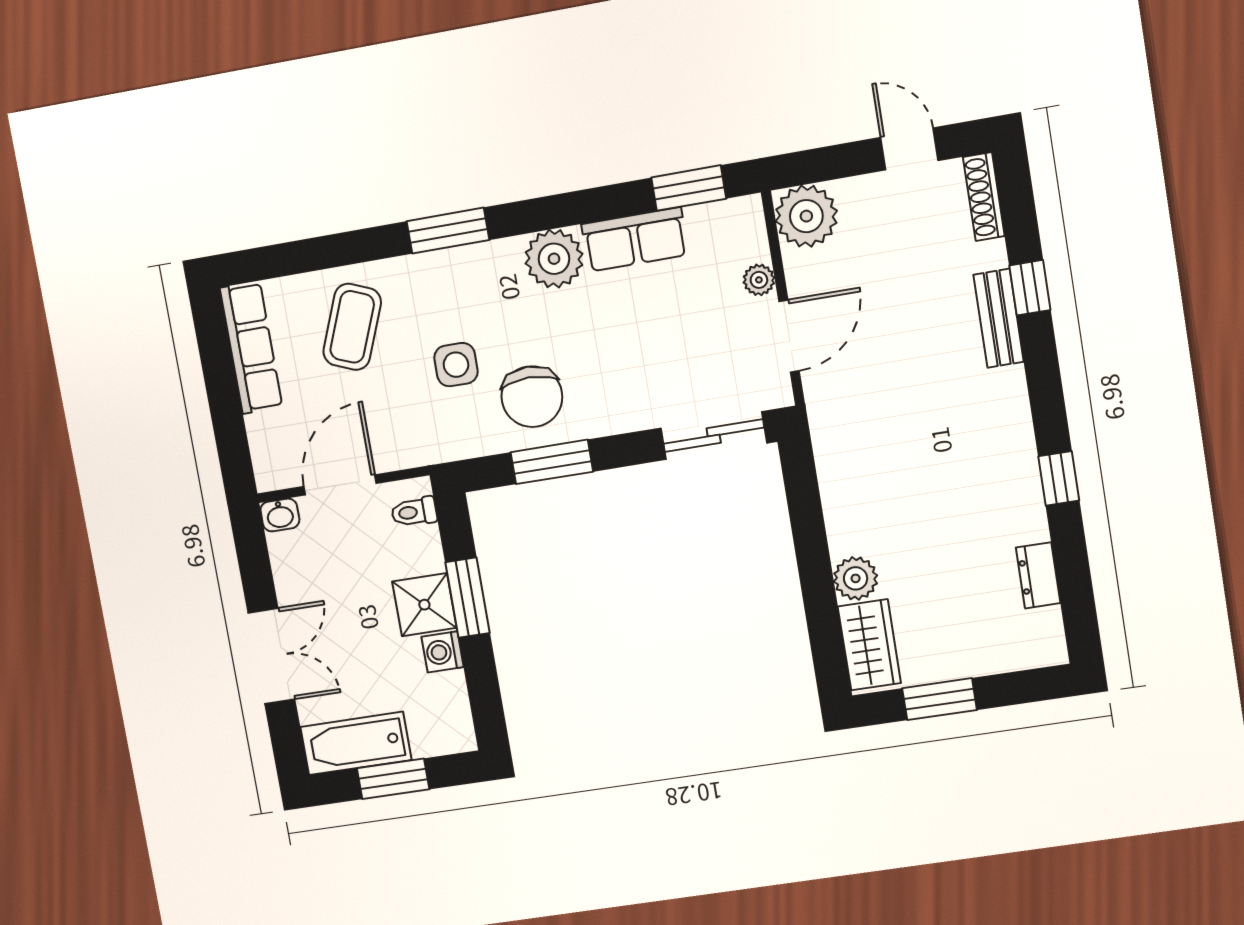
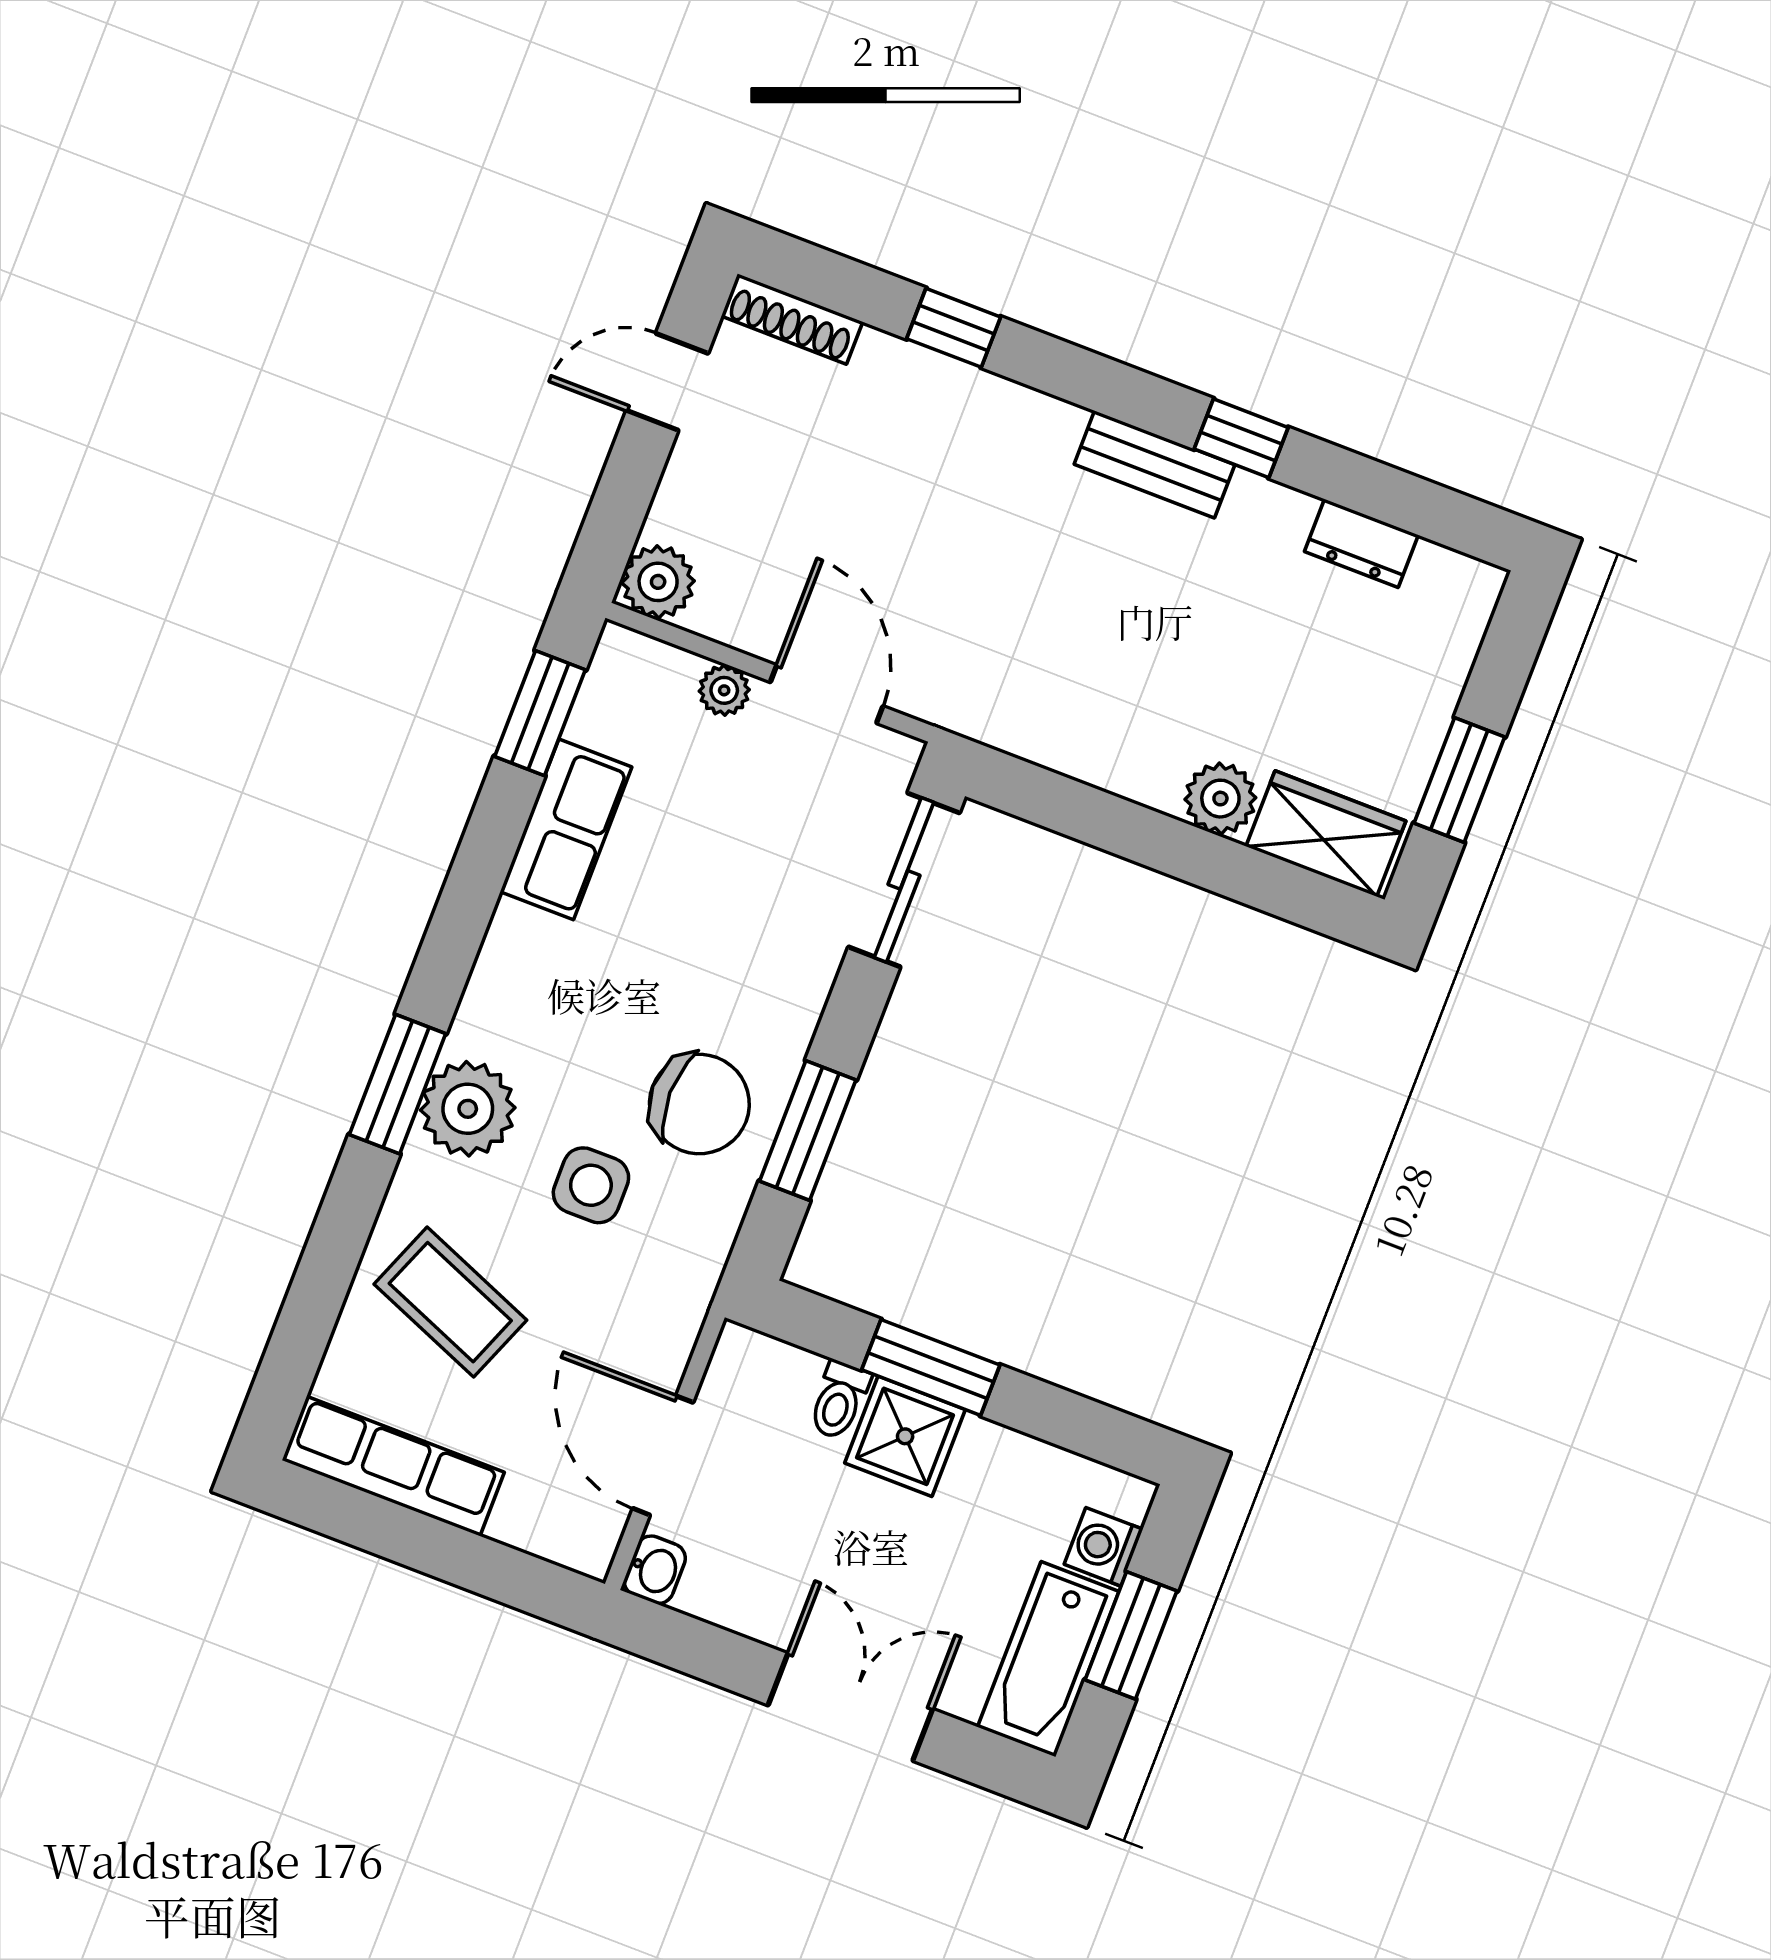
plant: (806, 216) -> (658, 582), width x0.73, depth x0.73
plant: (554, 259) -> (468, 1109), moved
bench: (999, 318) -> (1155, 464), moved
toilet: (414, 512) -> (839, 1400), moved
washing machine: (443, 652) -> (1104, 1547), moved, turned 90

